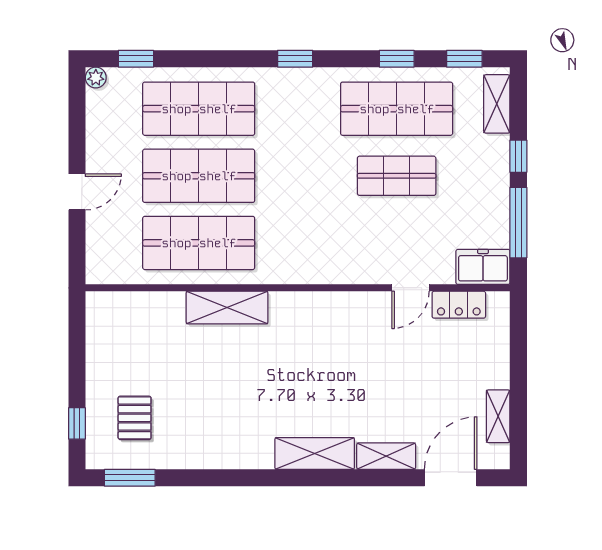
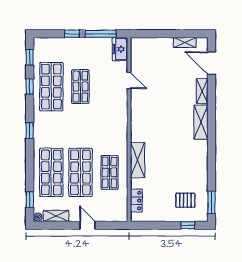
shelving: (497, 104) -> (56, 216), moved
shop shelf: (199, 243) -> (110, 172), width x0.70, depth x0.74
locker: (459, 305) -> (136, 201), moved

